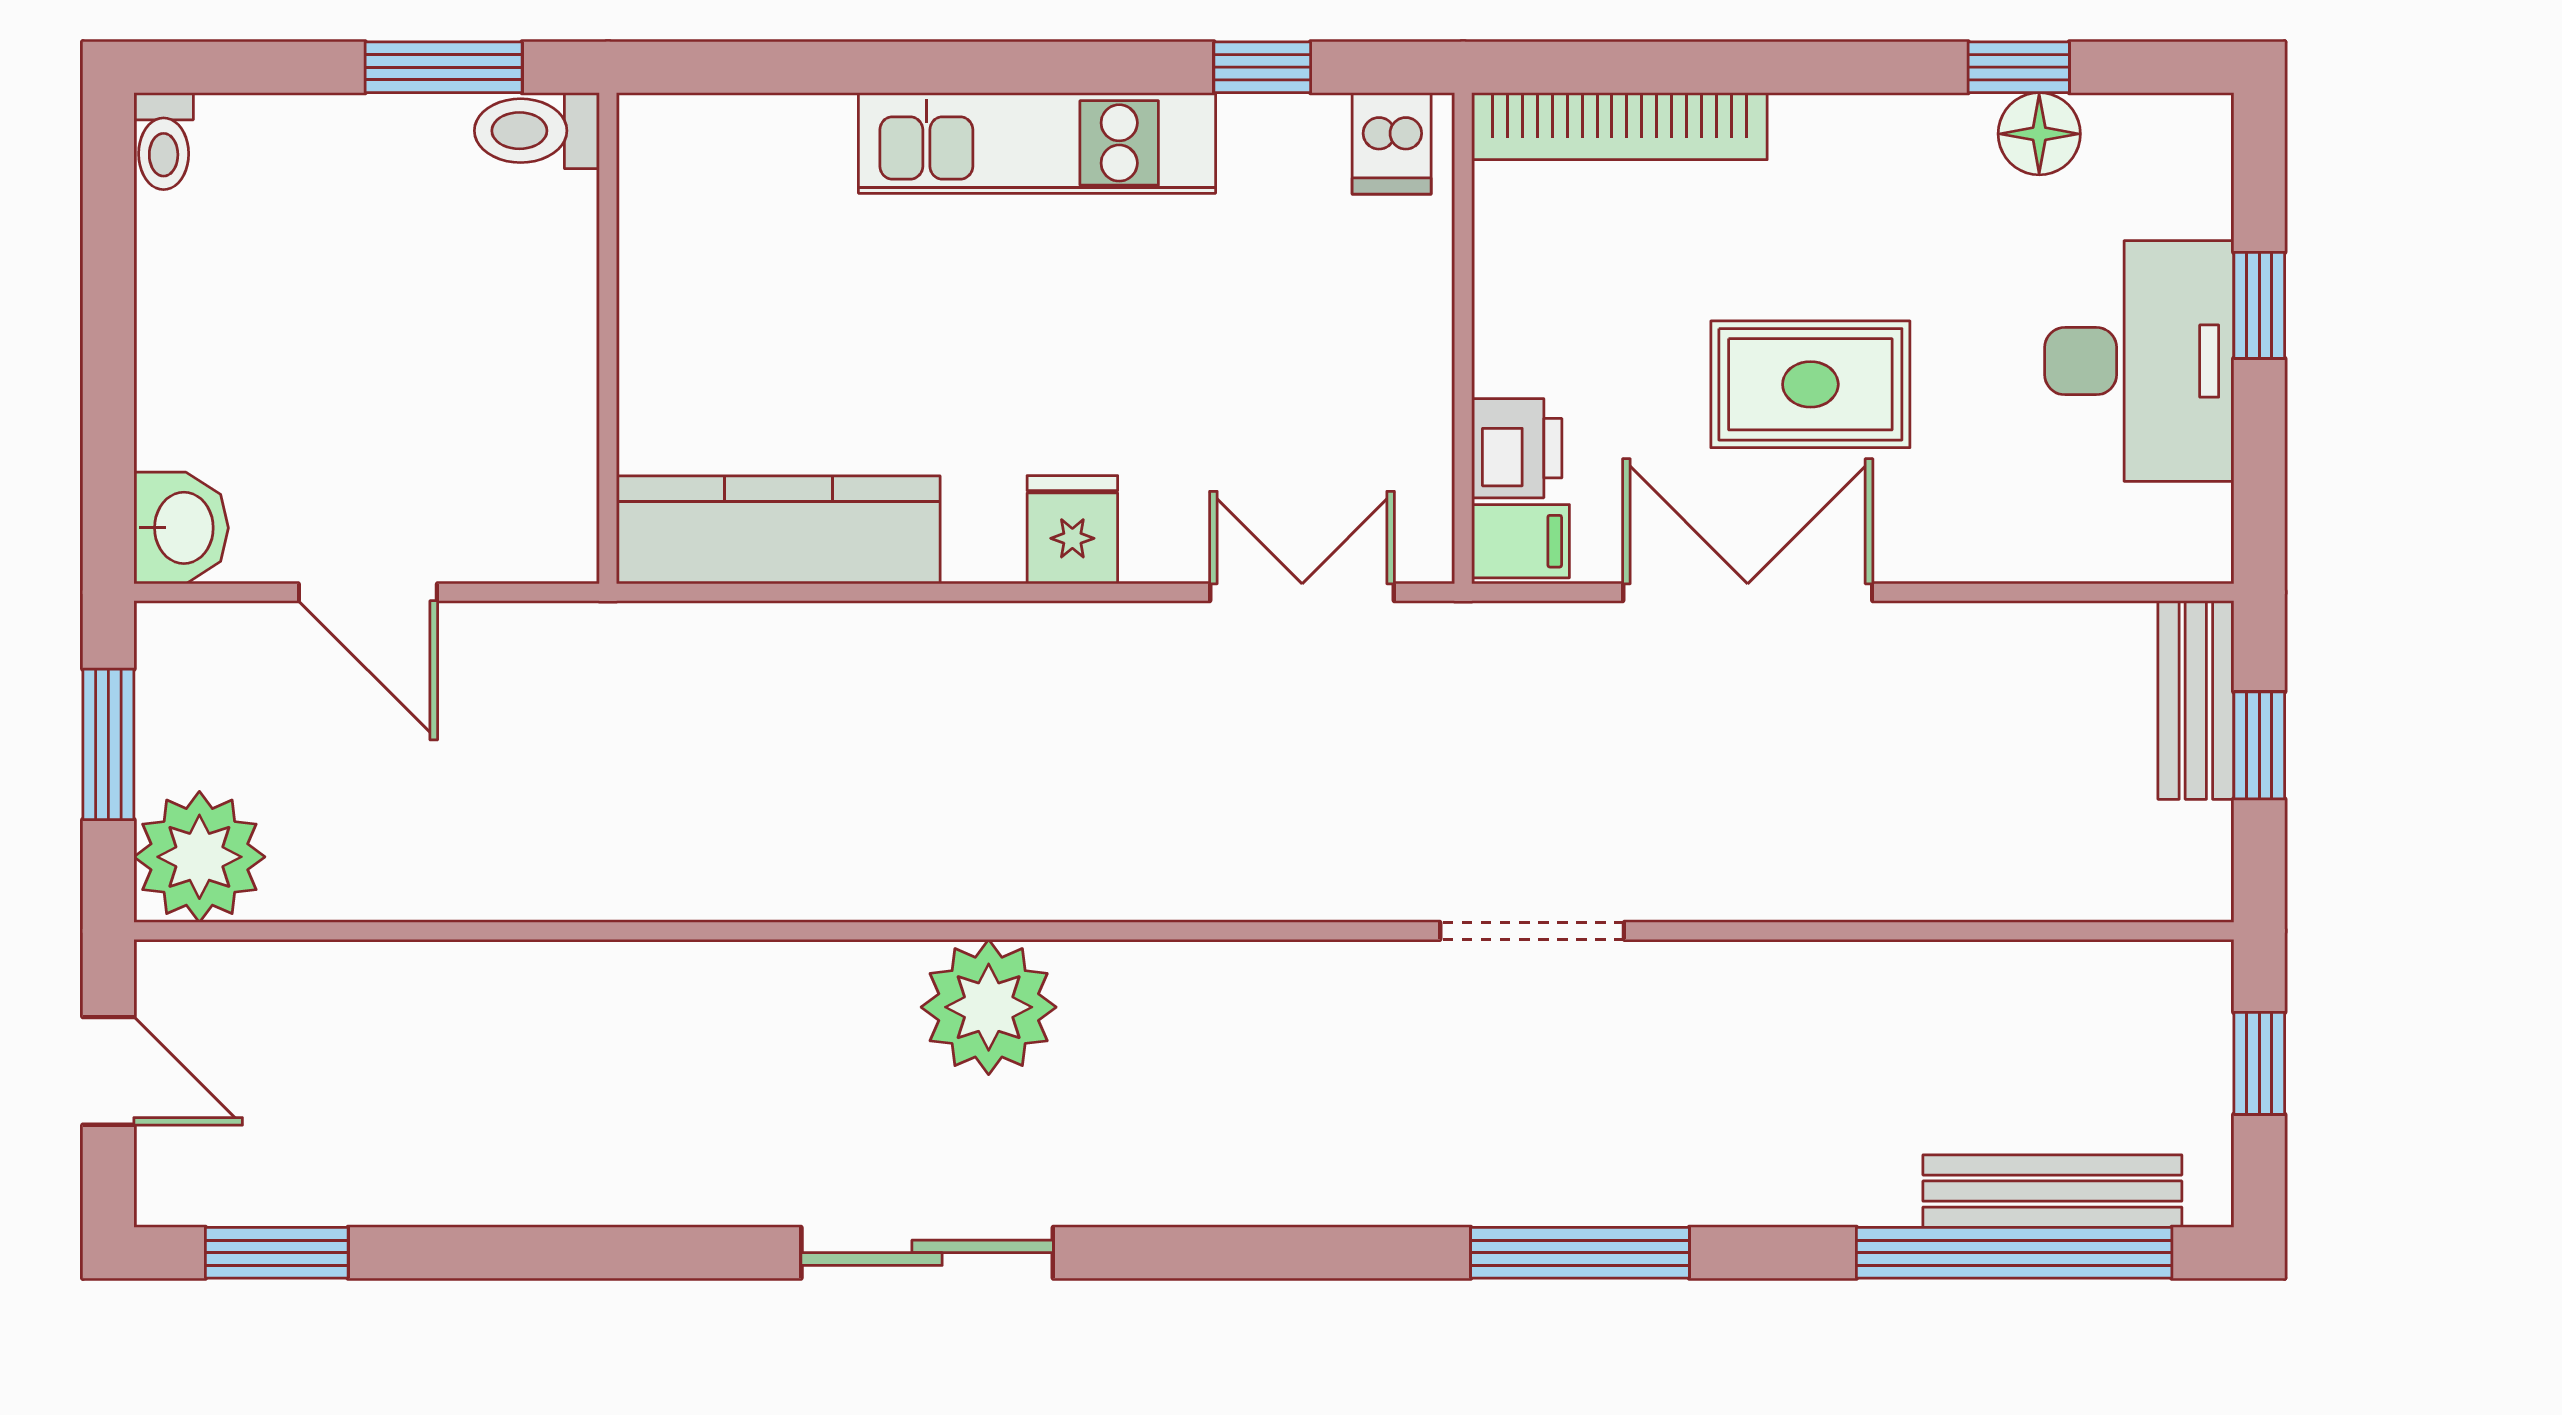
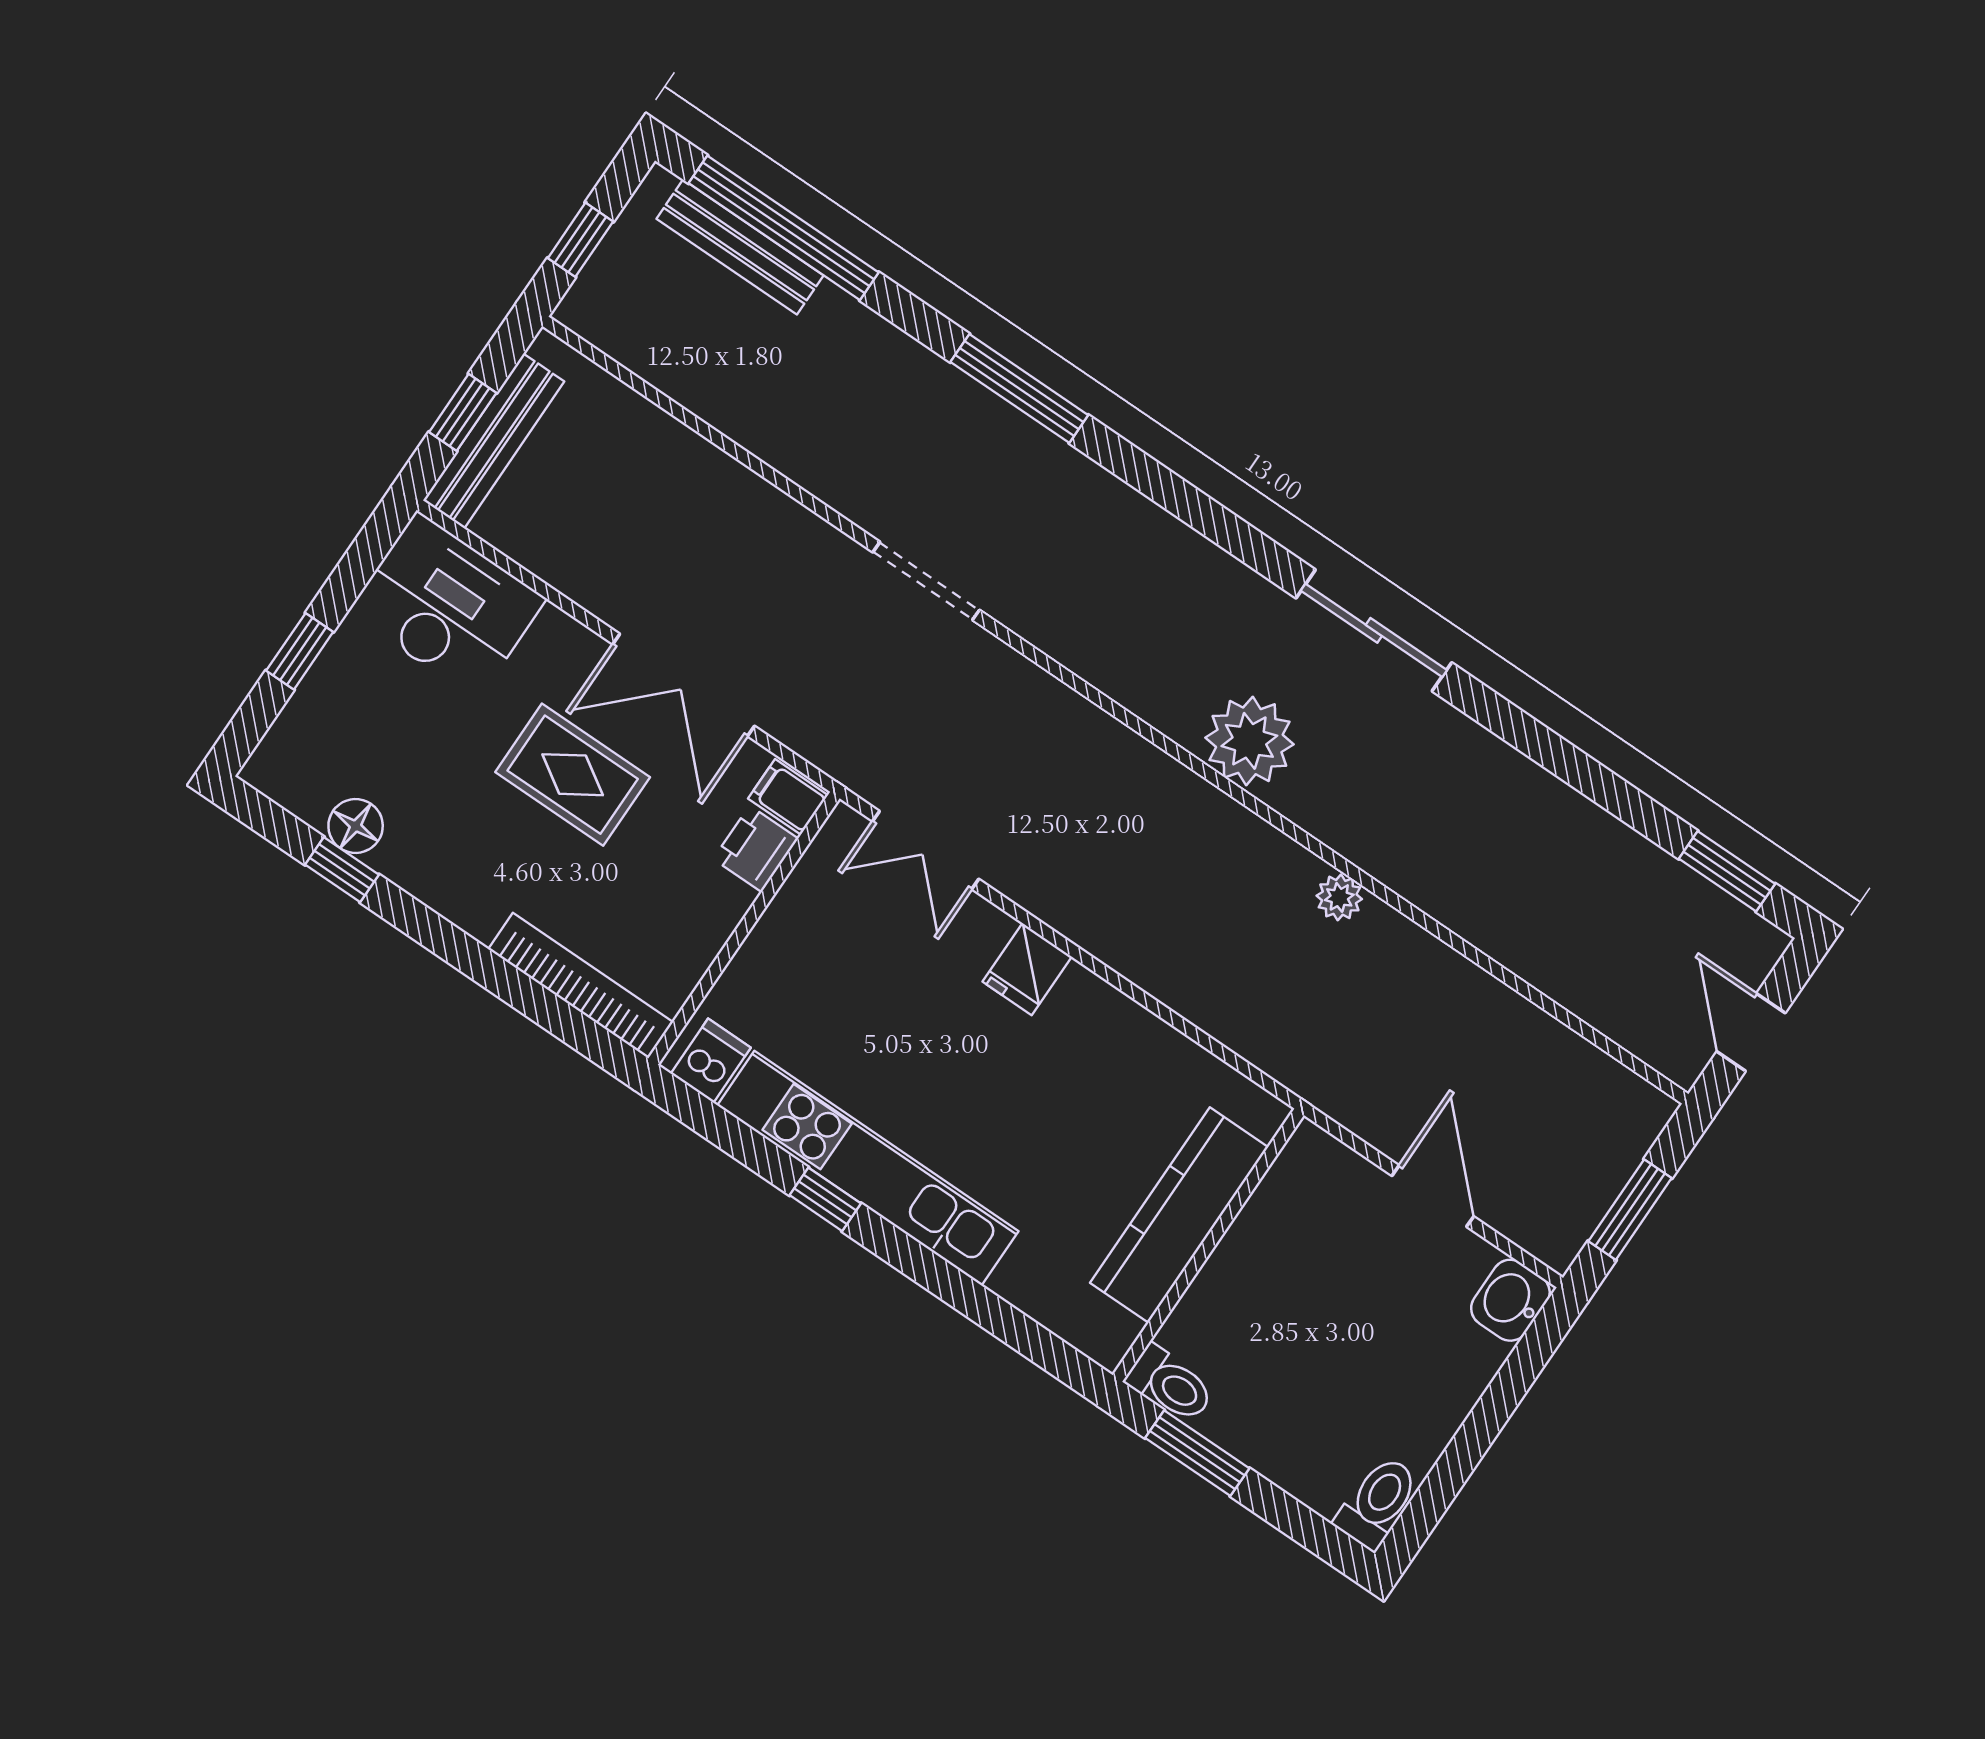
window: (1262, 67) -> (825, 1199), moved
toilet: (164, 141) -> (1378, 1502), width x1.37, depth x1.39
kitchen unit: (1037, 143) -> (868, 1168), width x1.36
desk: (2139, 361) -> (447, 606), moved, turned 90
kitchen counter: (778, 530) -> (1179, 1215), moved, turned 90
bench: (2196, 700) -> (494, 441), width x1.36
plant: (199, 857) -> (1339, 897), moved, width x0.53, depth x0.53

